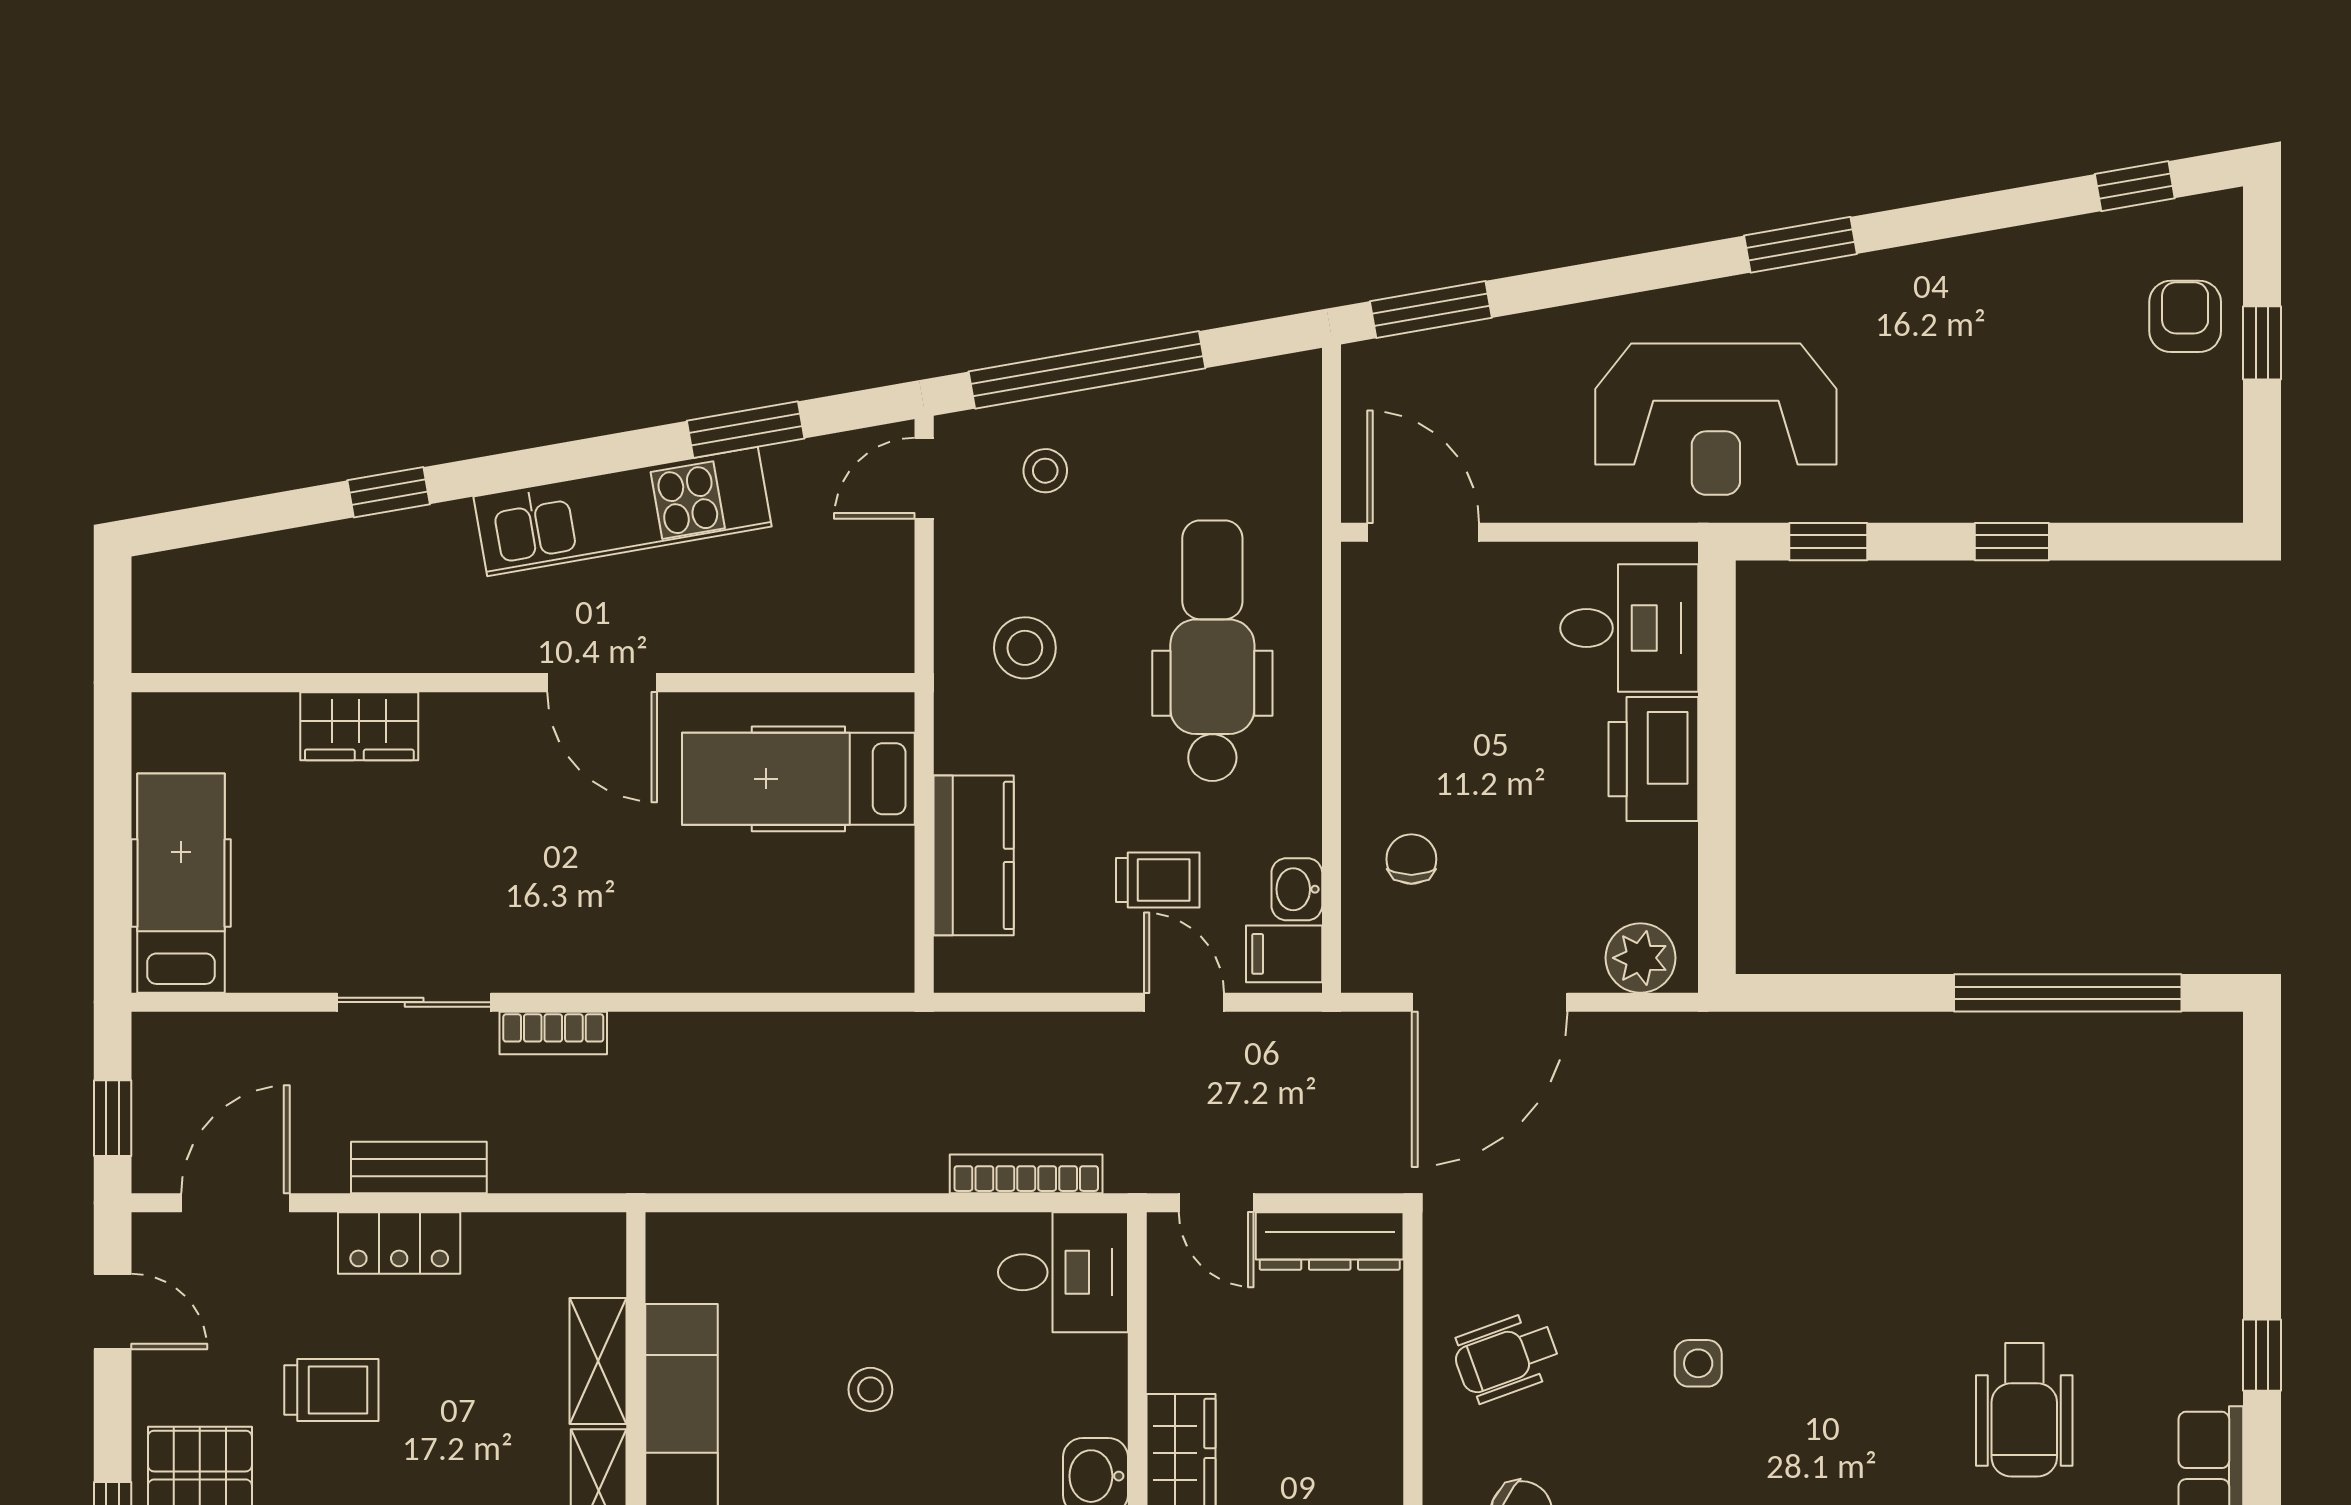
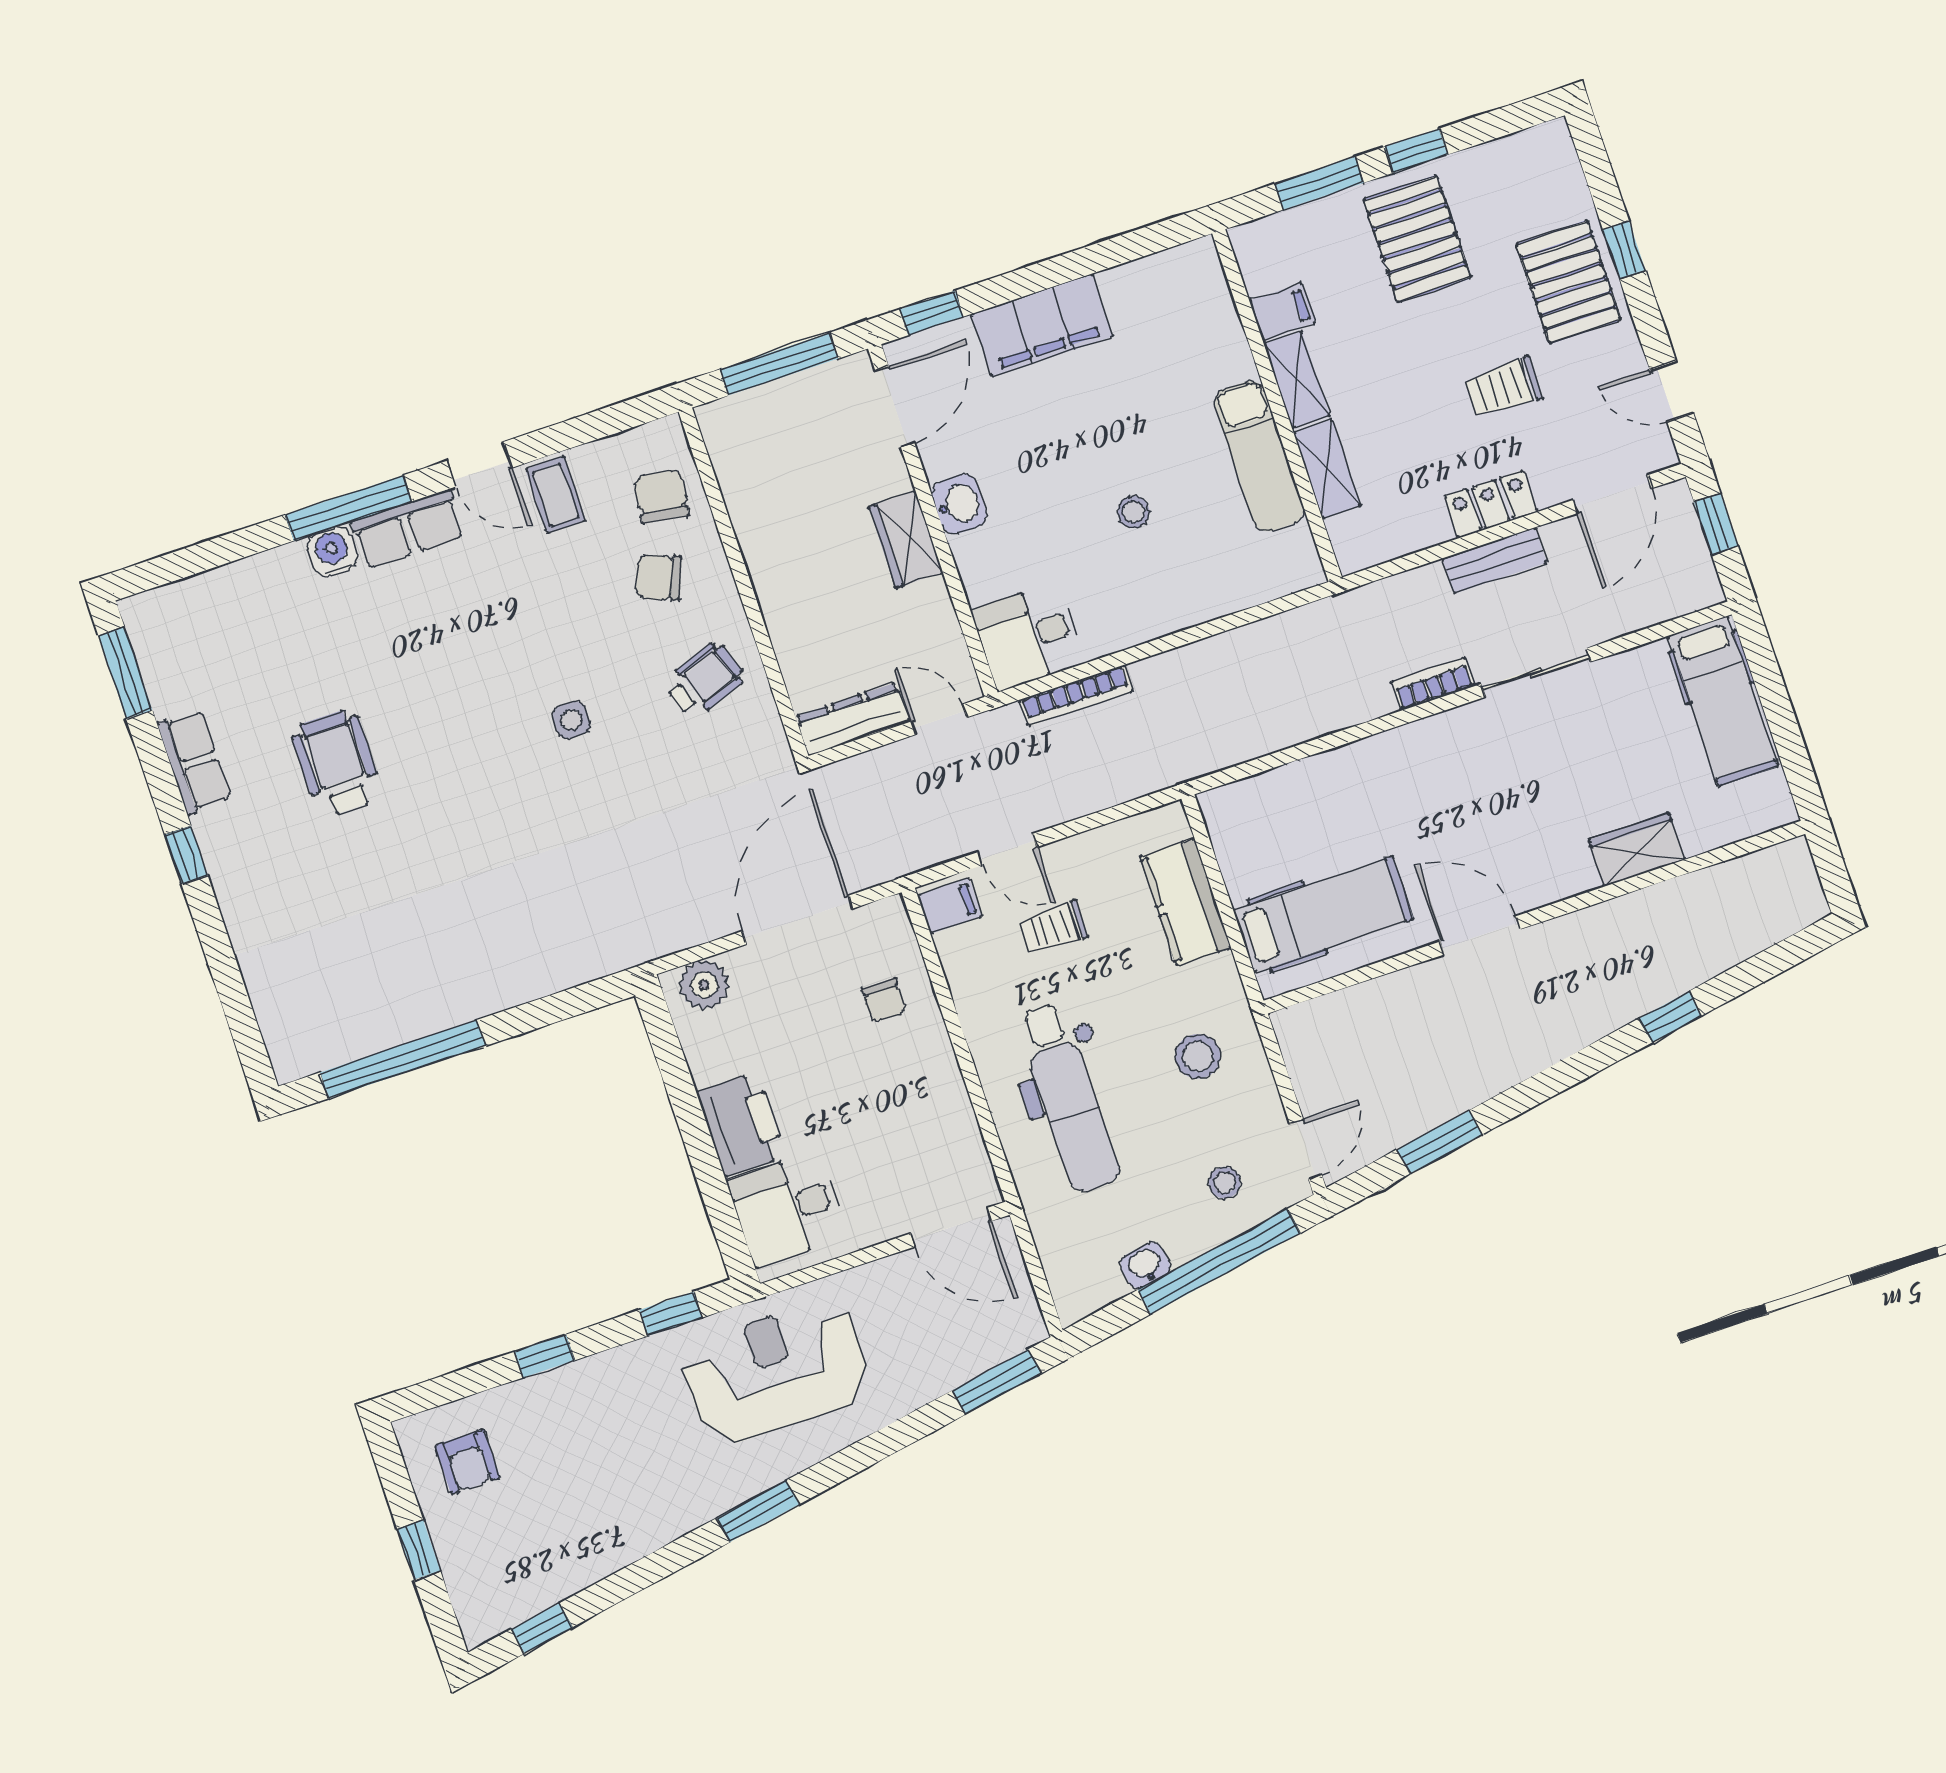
armchair: (2185, 316) -> (467, 1462), moved
kitchen unit: (623, 512) -> (1505, 1057), removed
washbasin: (1297, 889) -> (1145, 1265), moved, turned -100

